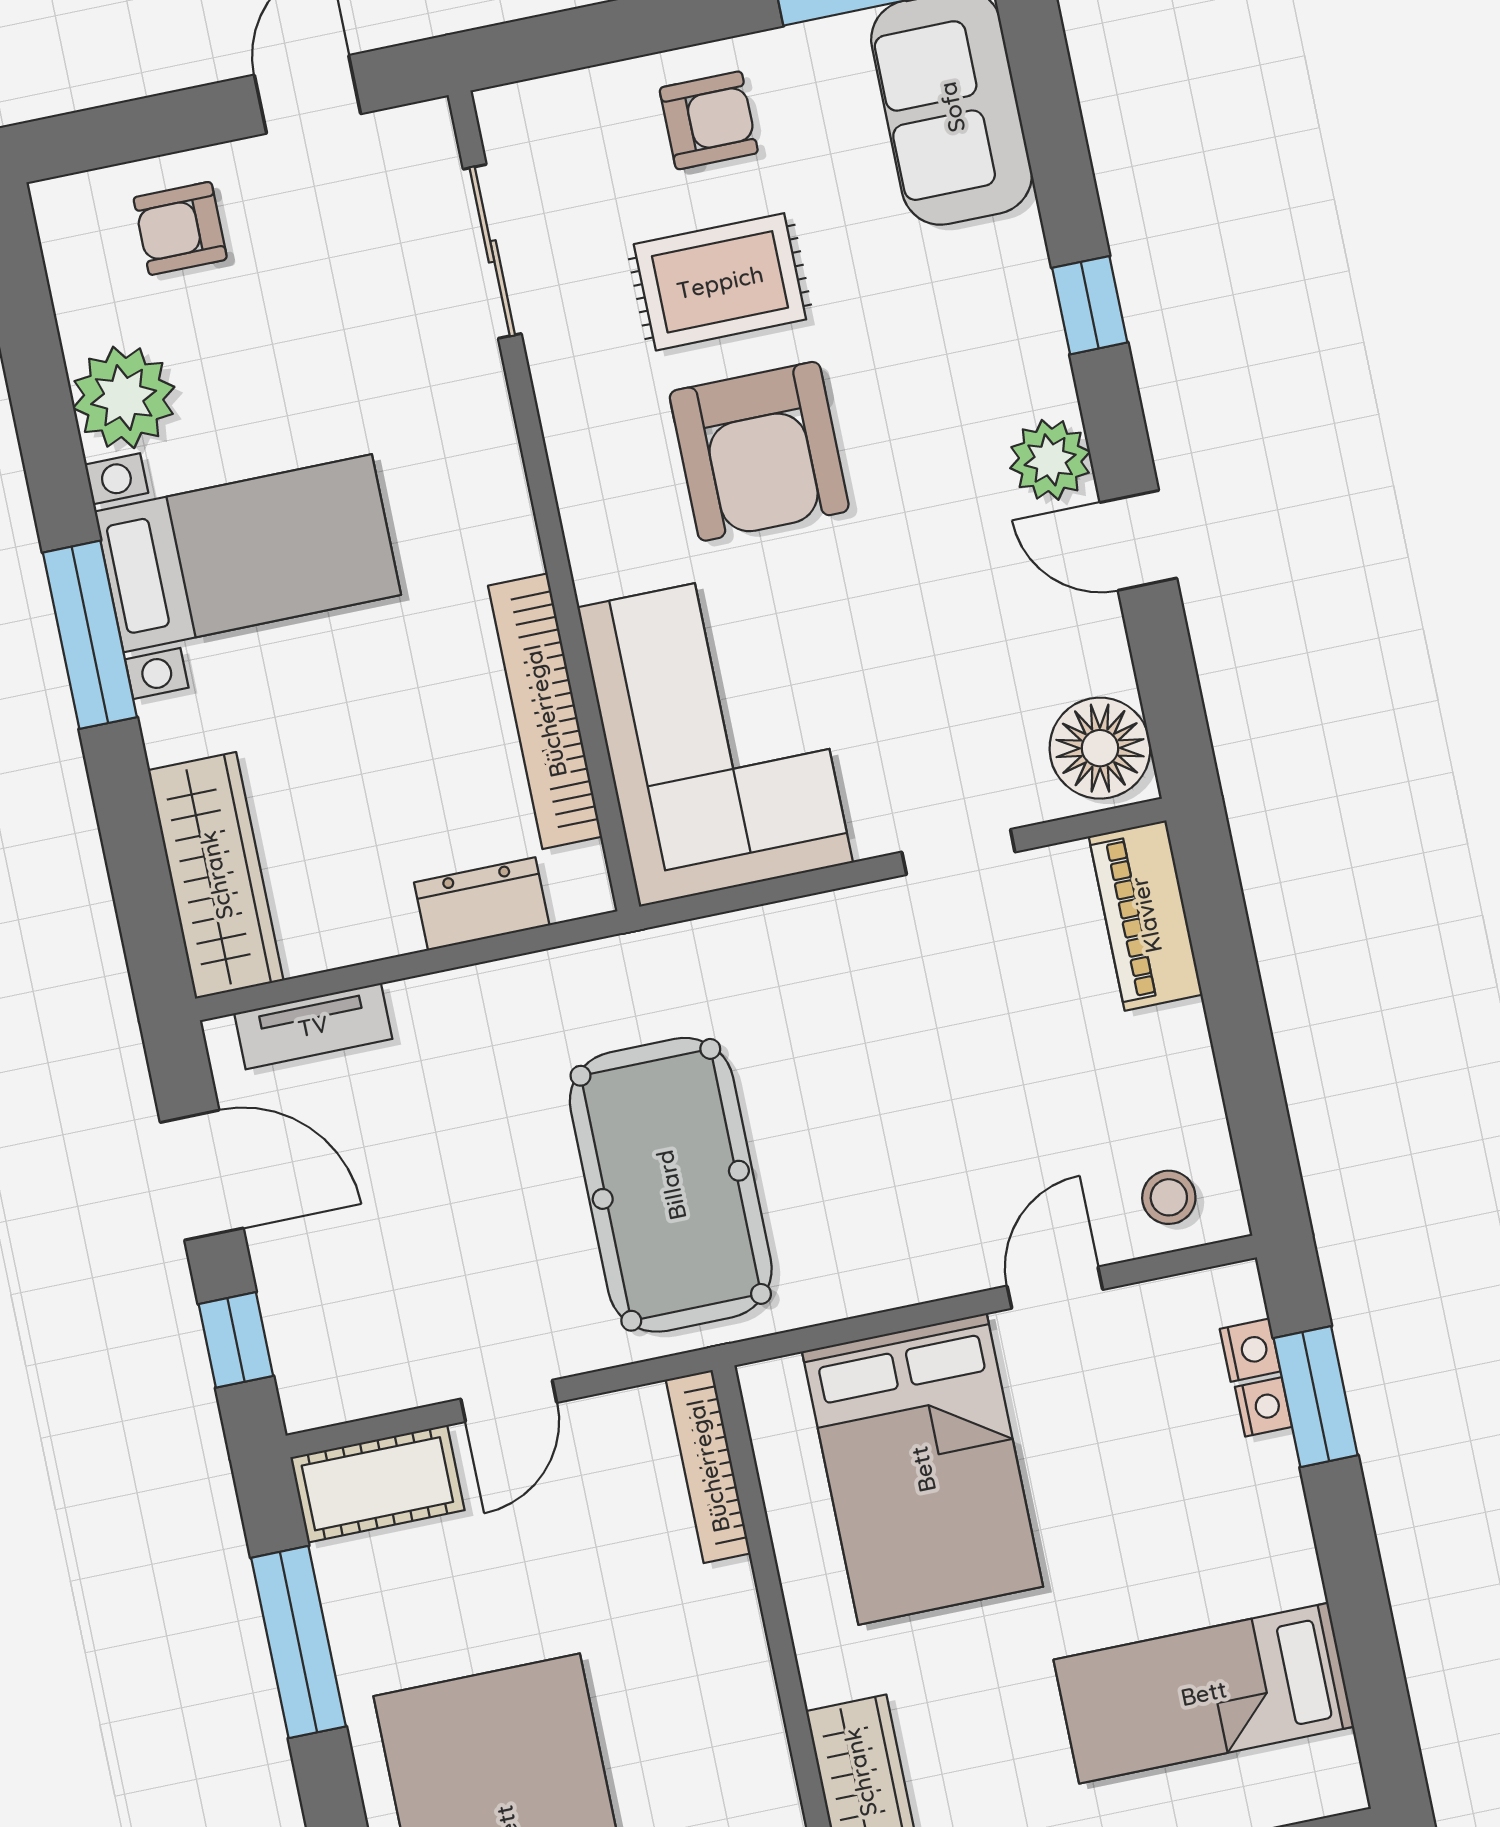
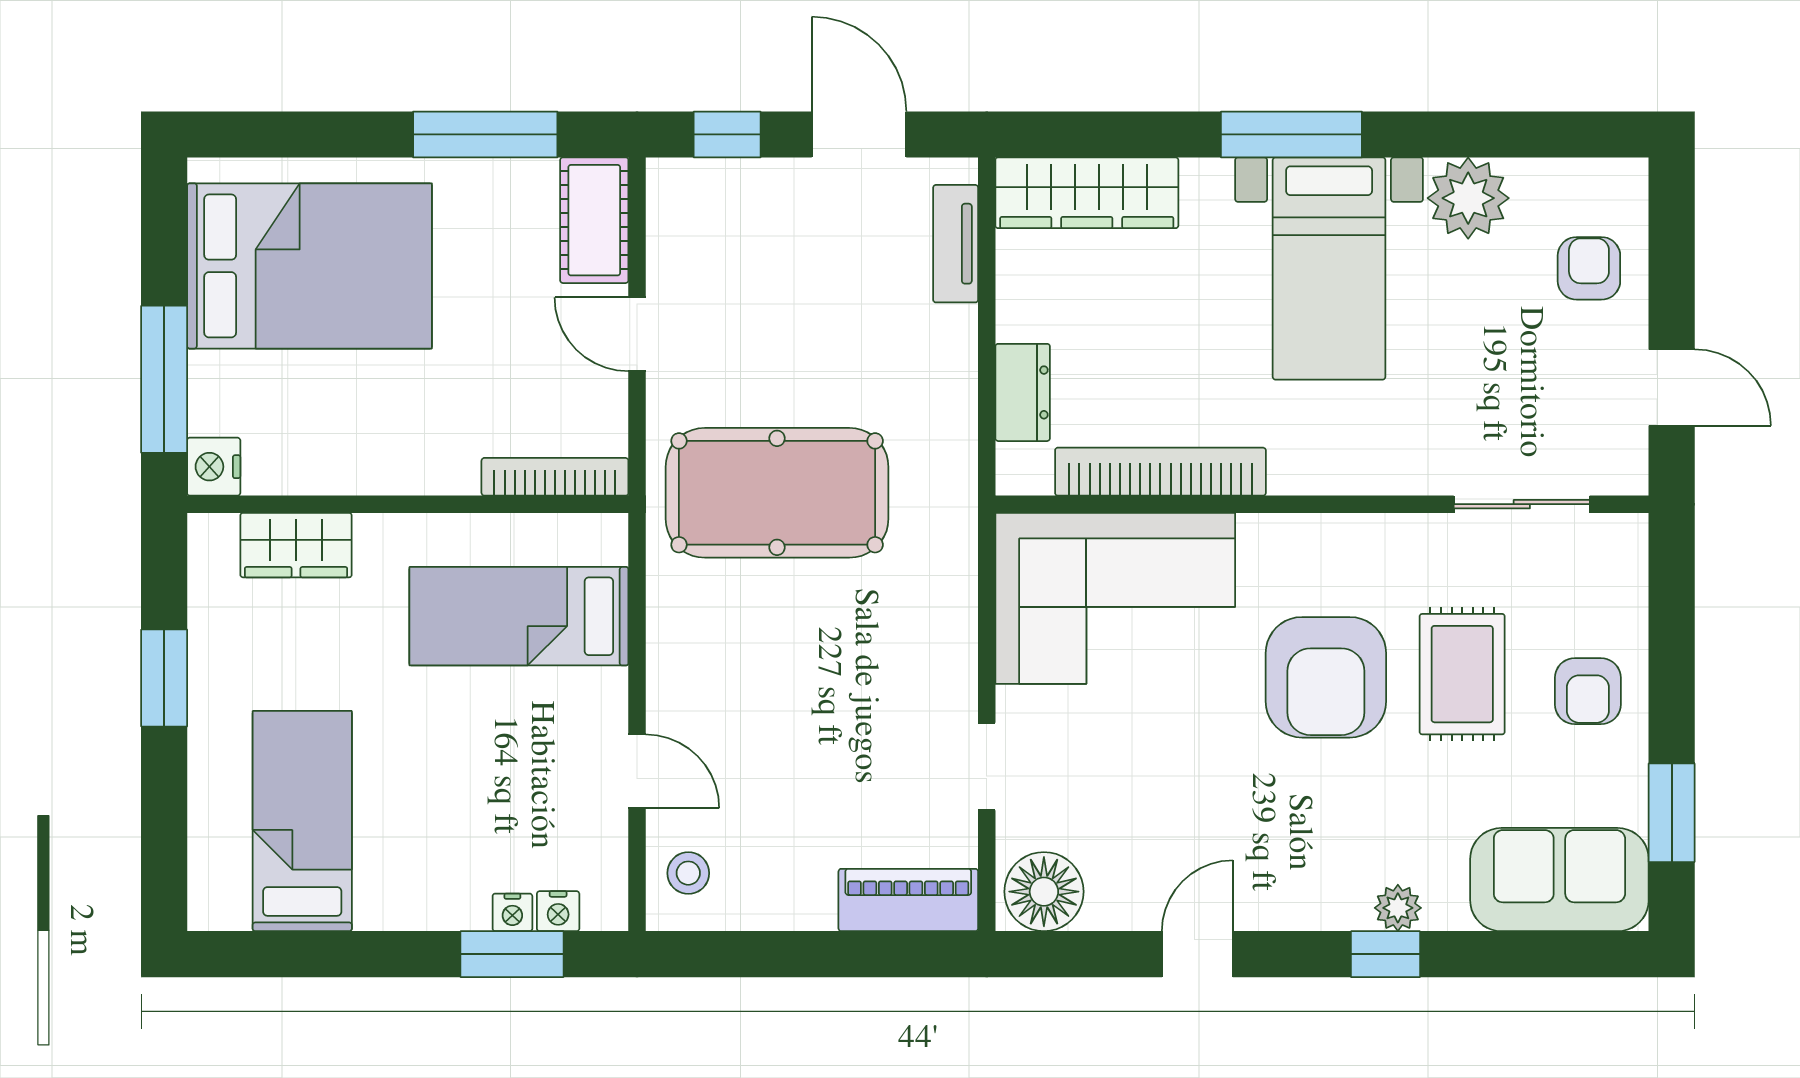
armchair: (759, 451) -> (1326, 677), turned -90
plant: (1050, 460) -> (1398, 908), moved, width x0.73, depth x0.73
door: (202, 1175) -> (859, 134), swing flipped
bed: (923, 1469) -> (519, 616), width x0.67

